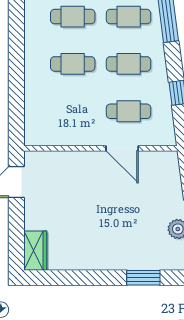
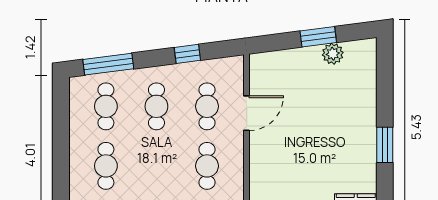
cafe table: (73, 64) -> (207, 166), moved
window: (143, 278) -> (385, 145), moved

